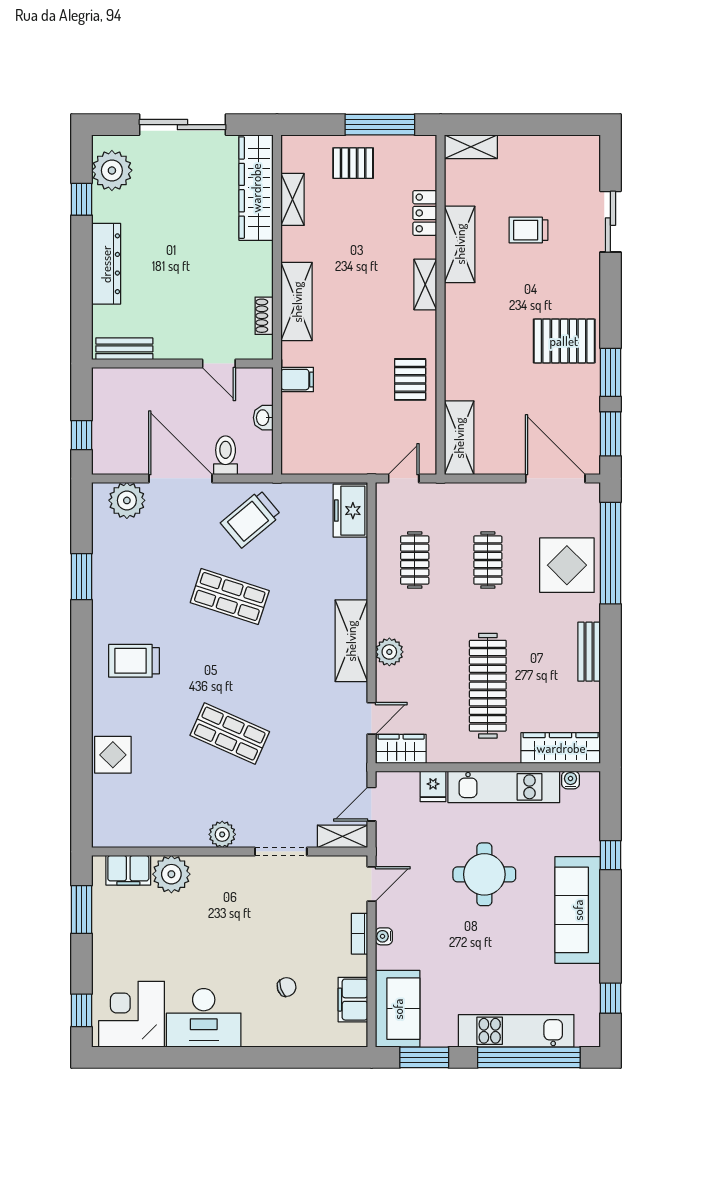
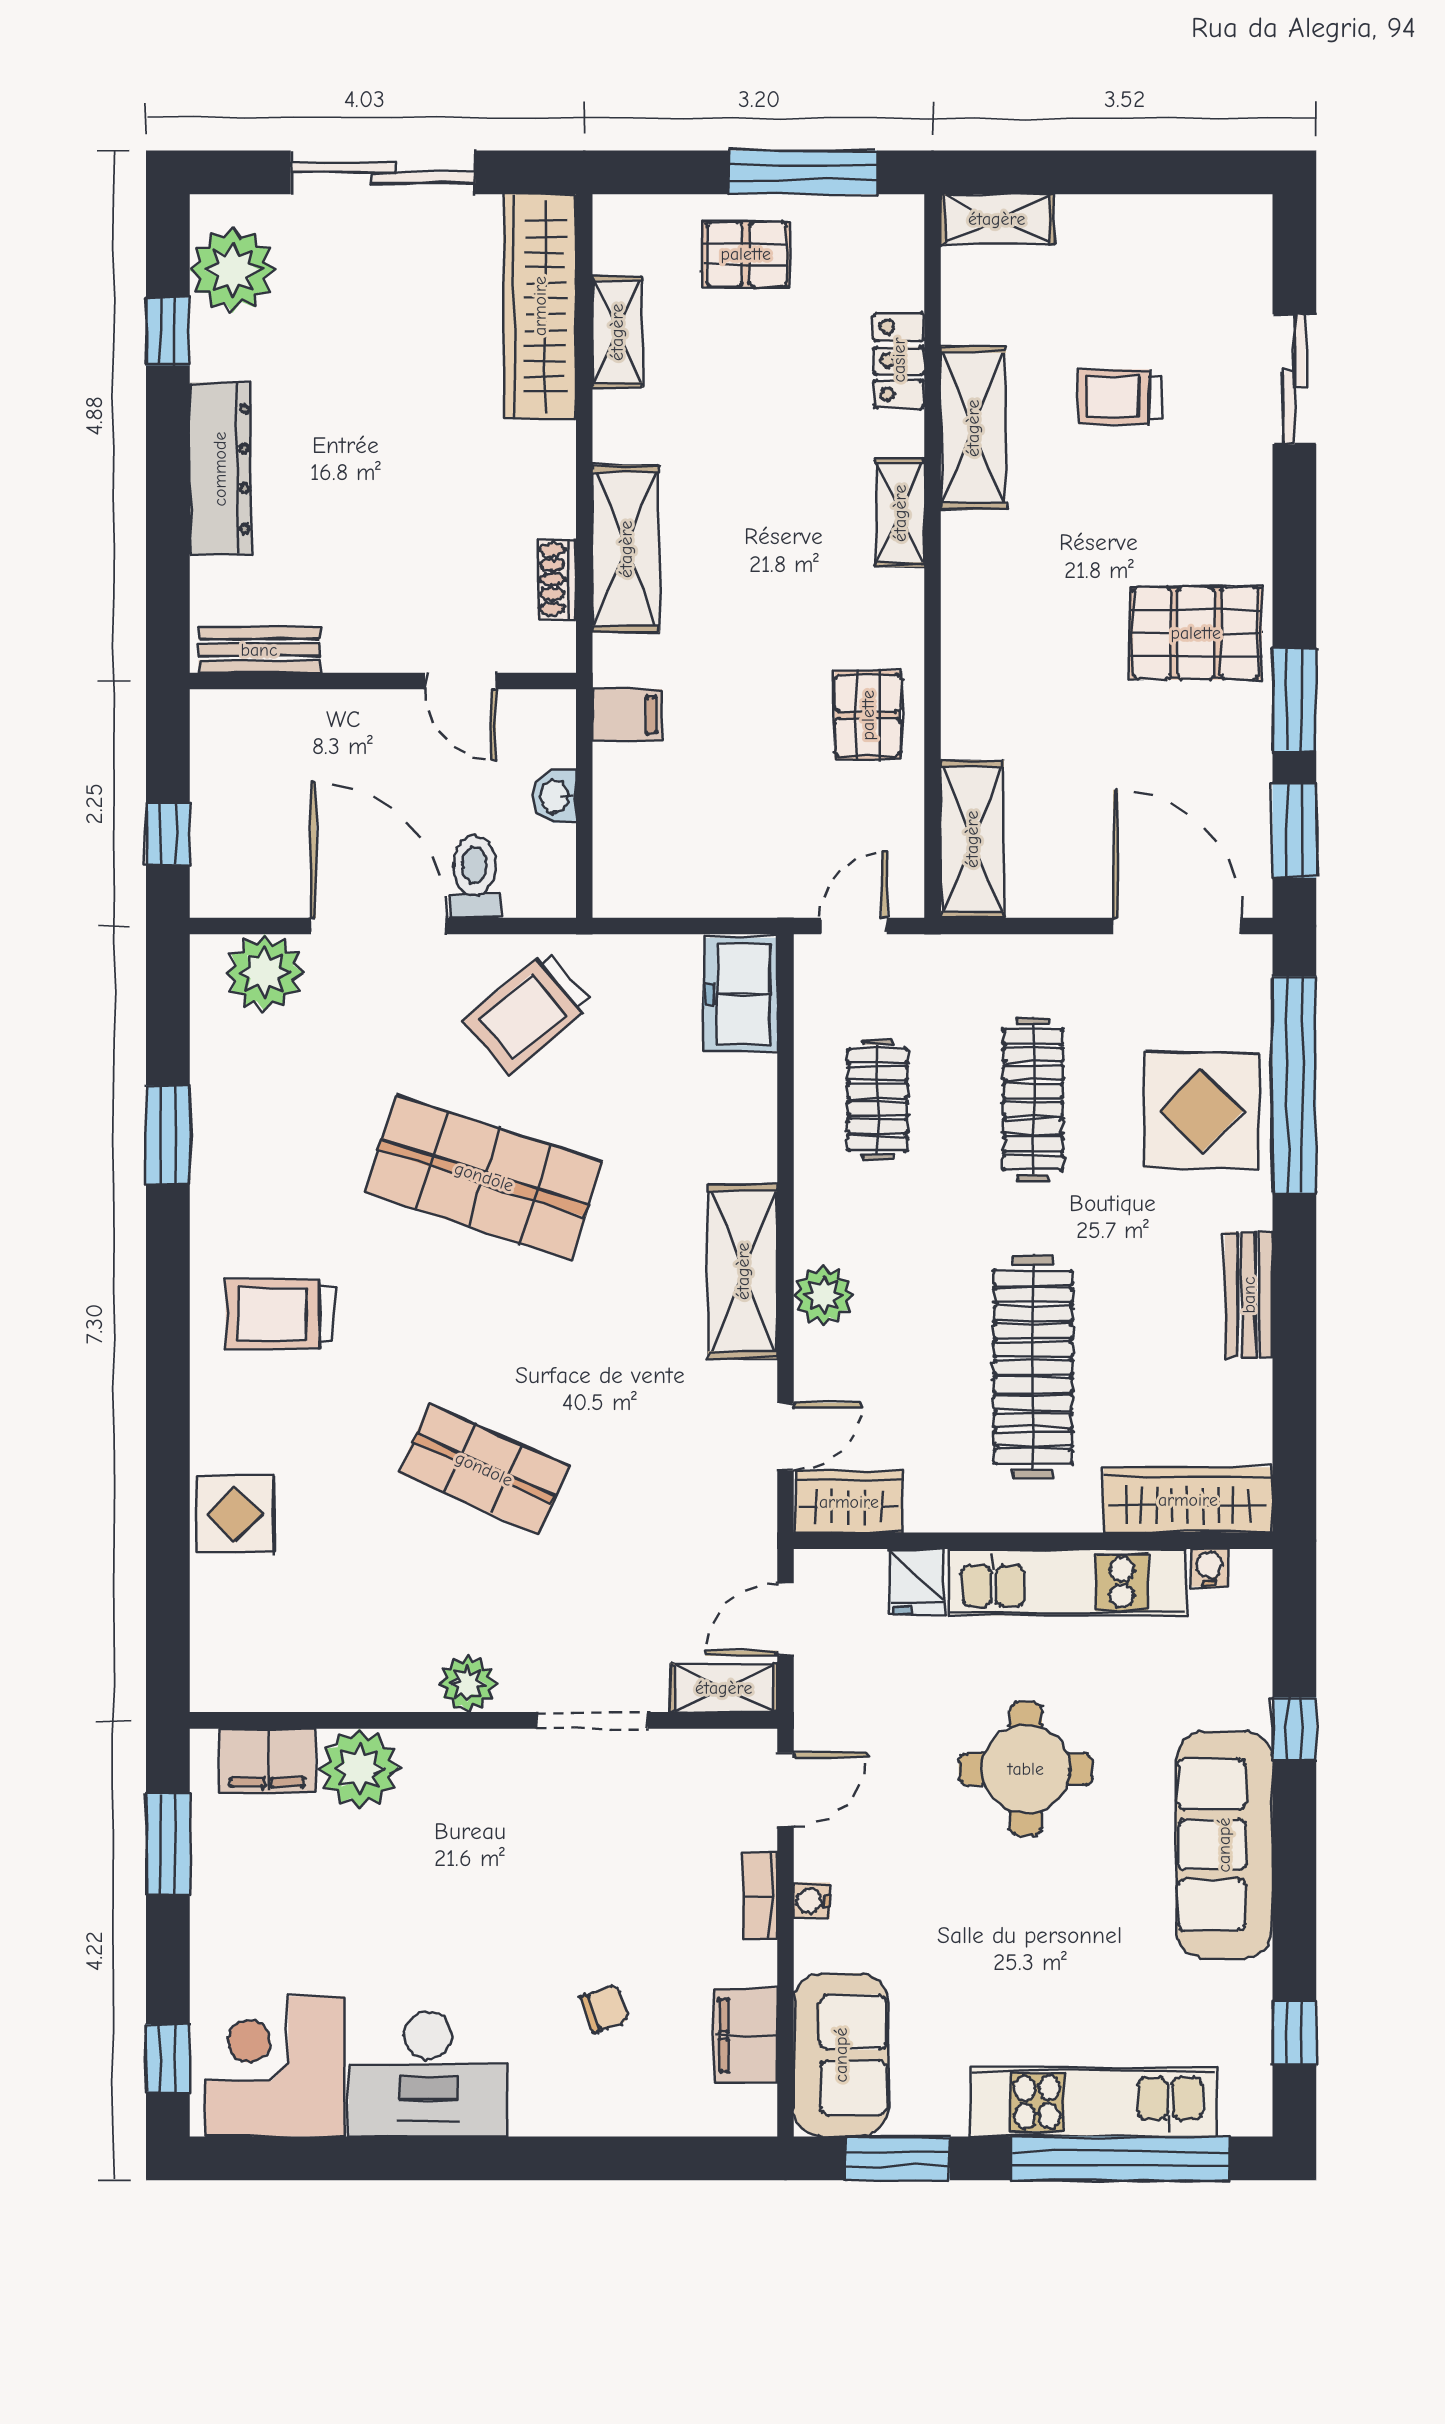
clothes rail: (488, 560) -> (1033, 1100), width x1.36
shop shelf: (230, 597) -> (484, 1177), width x1.43, depth x1.36

